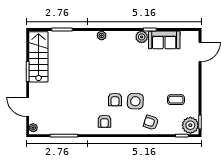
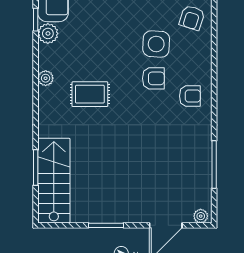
plant: (102, 36) -> (46, 78), moved
stairs: (38, 57) -> (54, 181), moved, turned 90
rug: (106, 62) -> (90, 94), added

